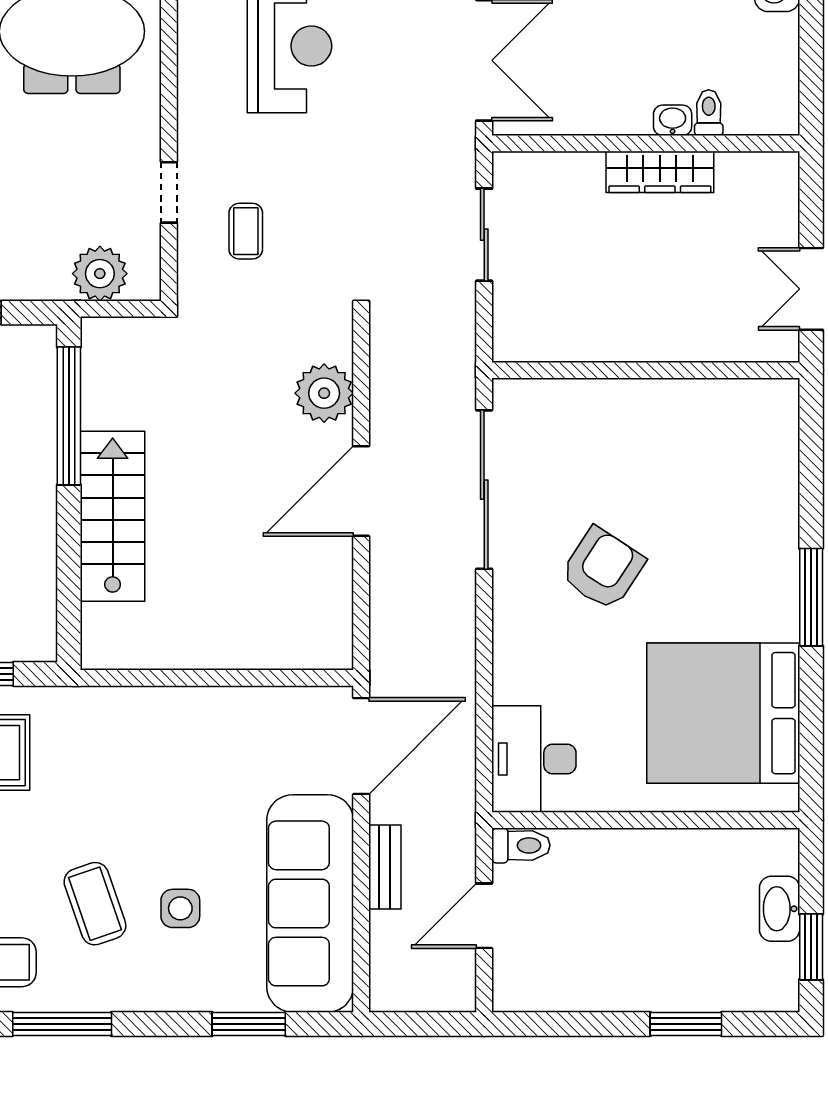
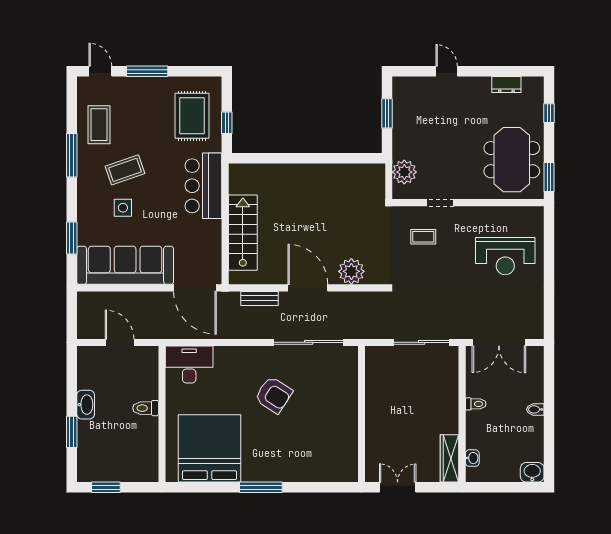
toilet: (709, 113) -> (476, 404), moved
washbasin: (673, 120) -> (472, 458), moved
wardrobe: (660, 172) -> (449, 458), moved
sliding door: (484, 235) -> (422, 342), width x1.37
window: (69, 416) -> (341, 158), removed
stairs: (113, 516) -> (243, 233), moved, turned -90
bar counter: (131, 727) -> (203, 186), added
toilet: (521, 845) -> (146, 408), moved, turned 90
bench: (385, 867) -> (260, 298), moved
washbasin: (780, 909) -> (86, 405), moved, turned 90

